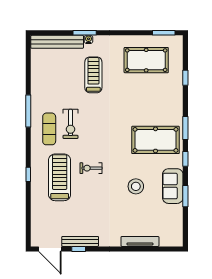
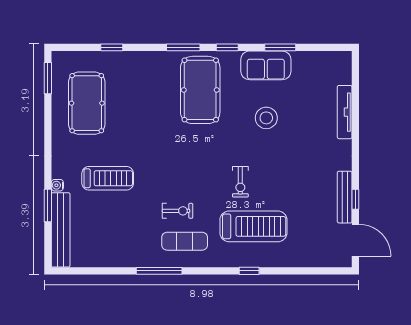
window: (85, 33) -> (48, 206), moved
treadmill: (93, 75) -> (108, 178), turned 180
exercise bike: (71, 124) -> (178, 211), width x0.73, depth x0.72
treadmill: (60, 177) -> (253, 226), turned 180
door: (50, 249) -> (355, 240), hinge flipped

